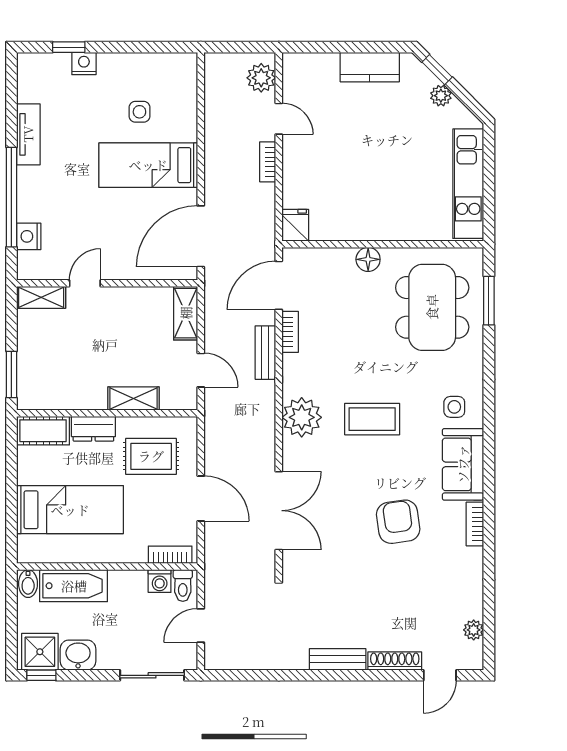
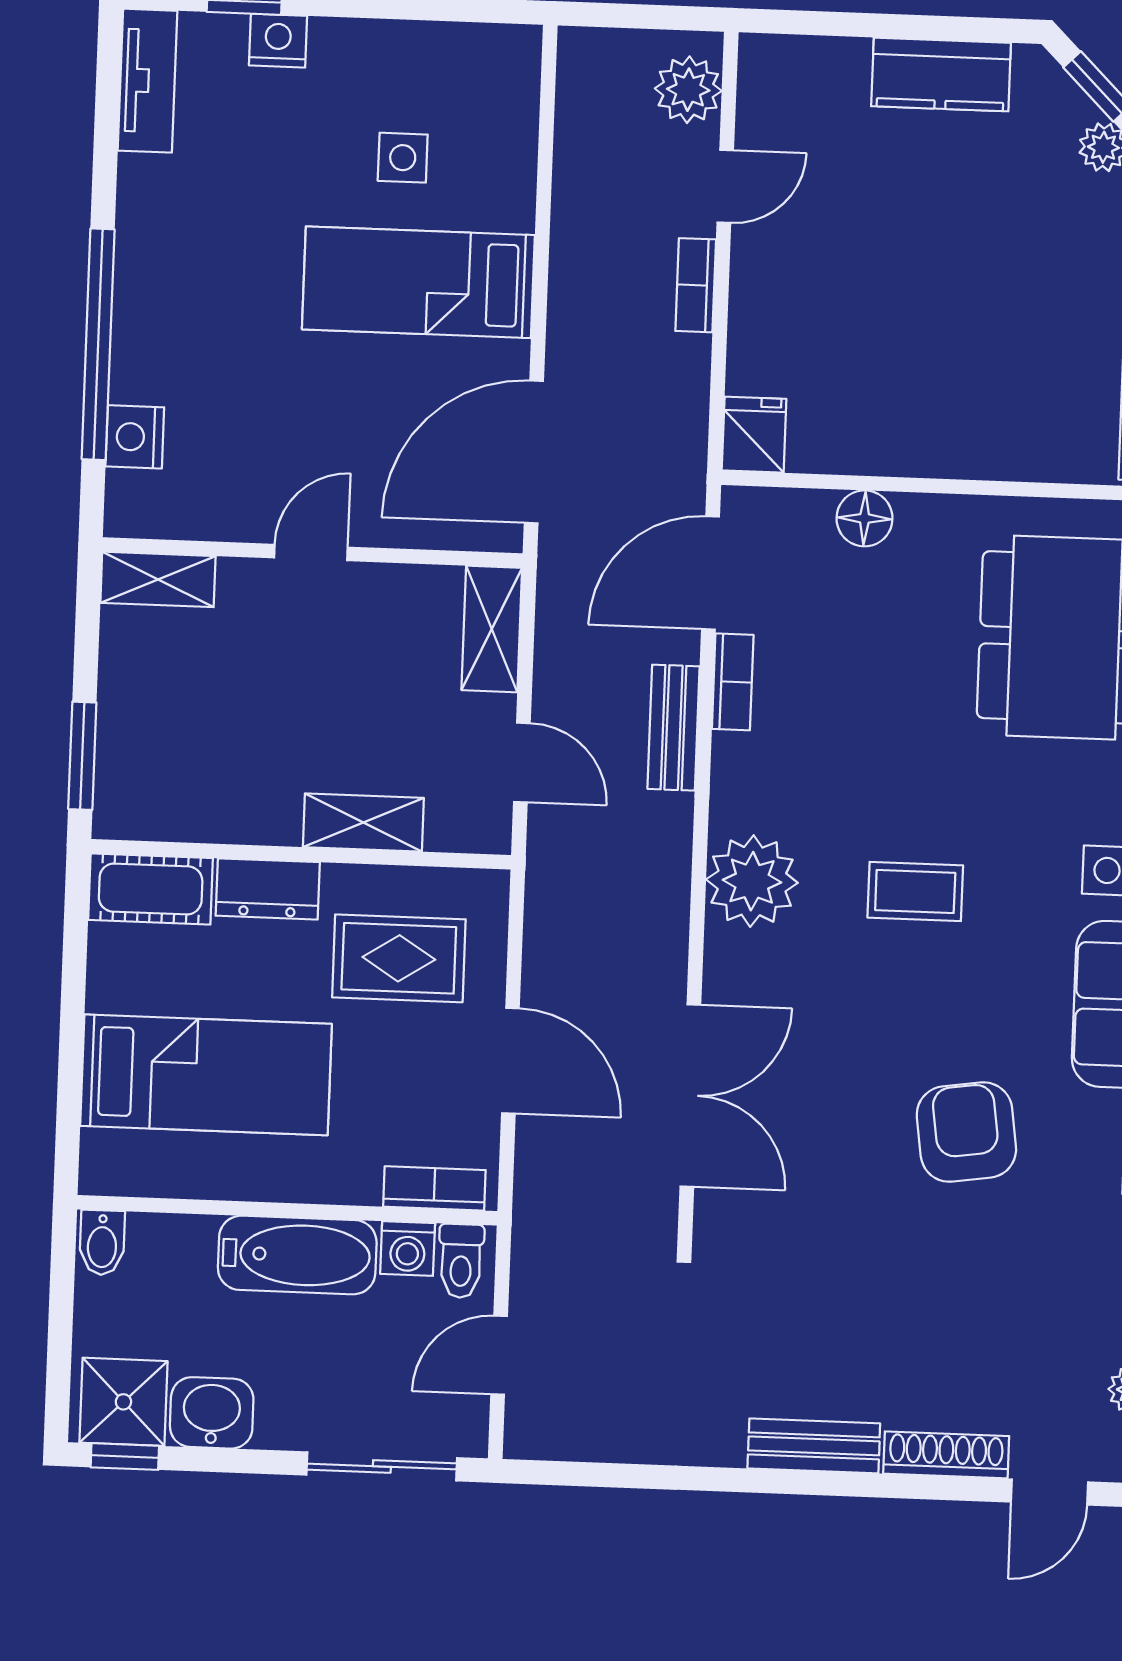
door: (279, 119) -> (725, 186), hinge flipped
tv unit: (28, 134) -> (147, 81), moved
floor lamp: (368, 259) -> (865, 518), moved
door: (85, 283) -> (311, 552), moved
coffee table: (372, 419) -> (915, 891), width x0.73, depth x0.77
bathtub: (74, 586) -> (297, 1255), moved

